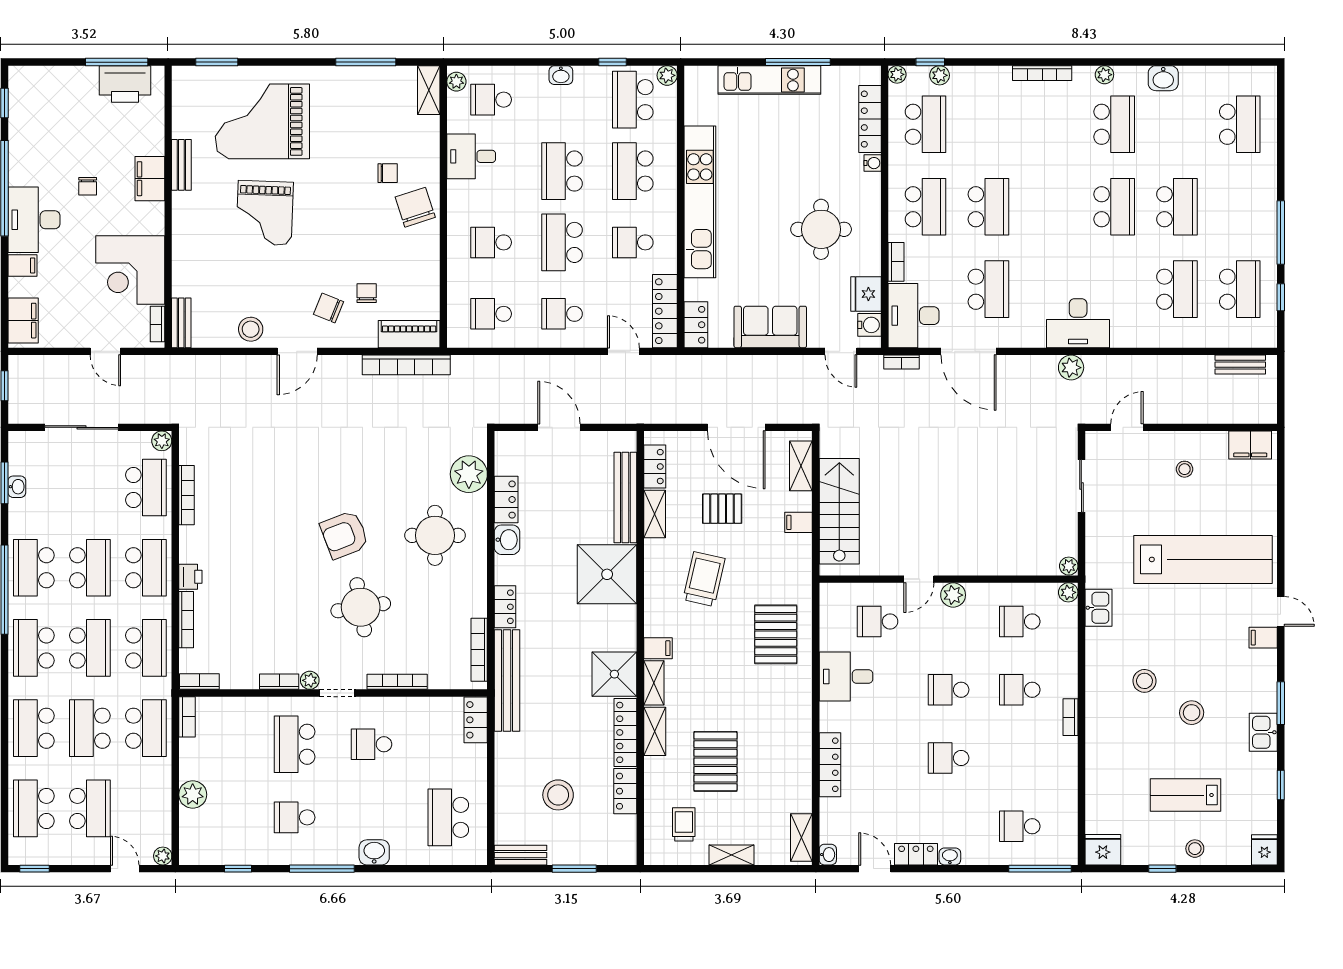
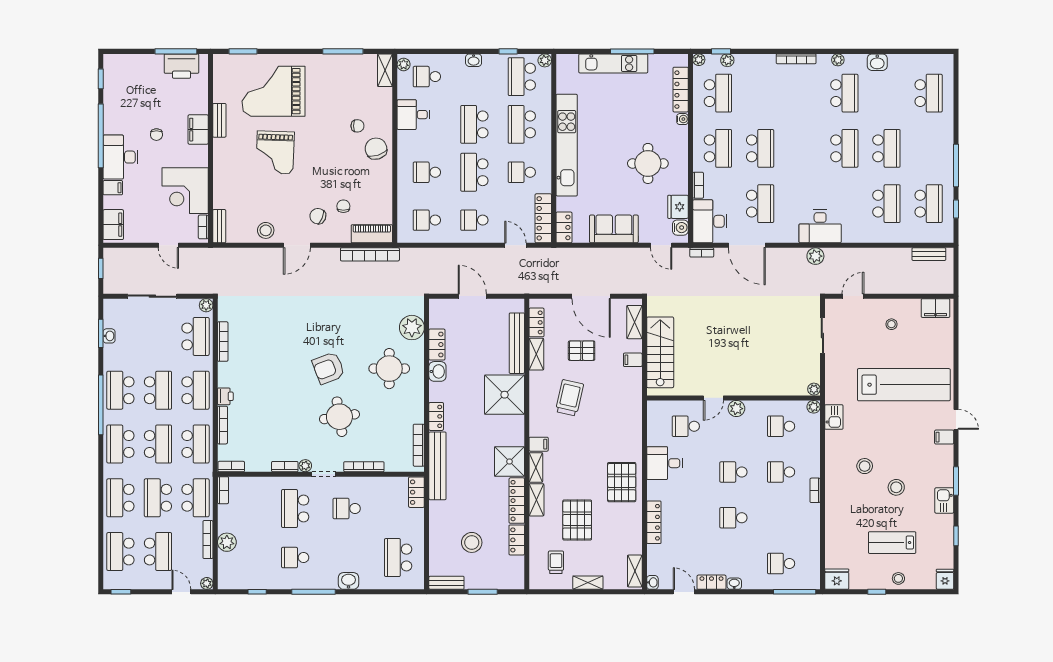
pallet: (776, 634) -> (622, 482), moved
bookcase: (164, 791) -> (208, 540), added

